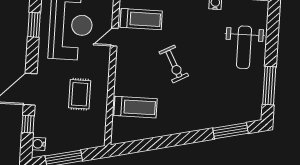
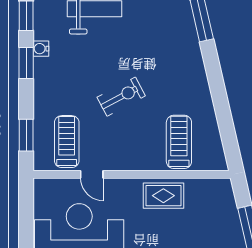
rug: (80, 94) -> (163, 196), moved

